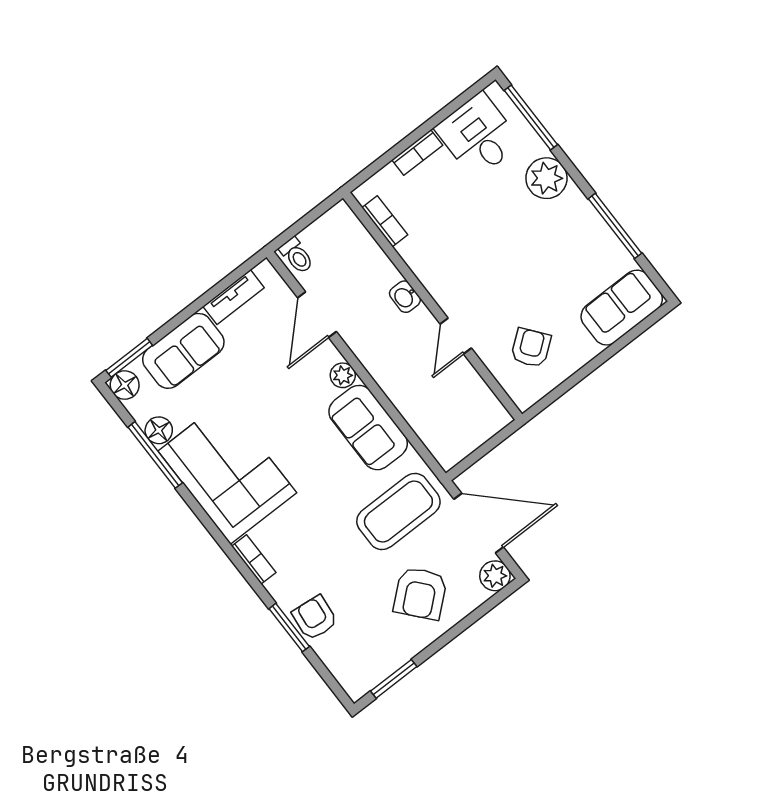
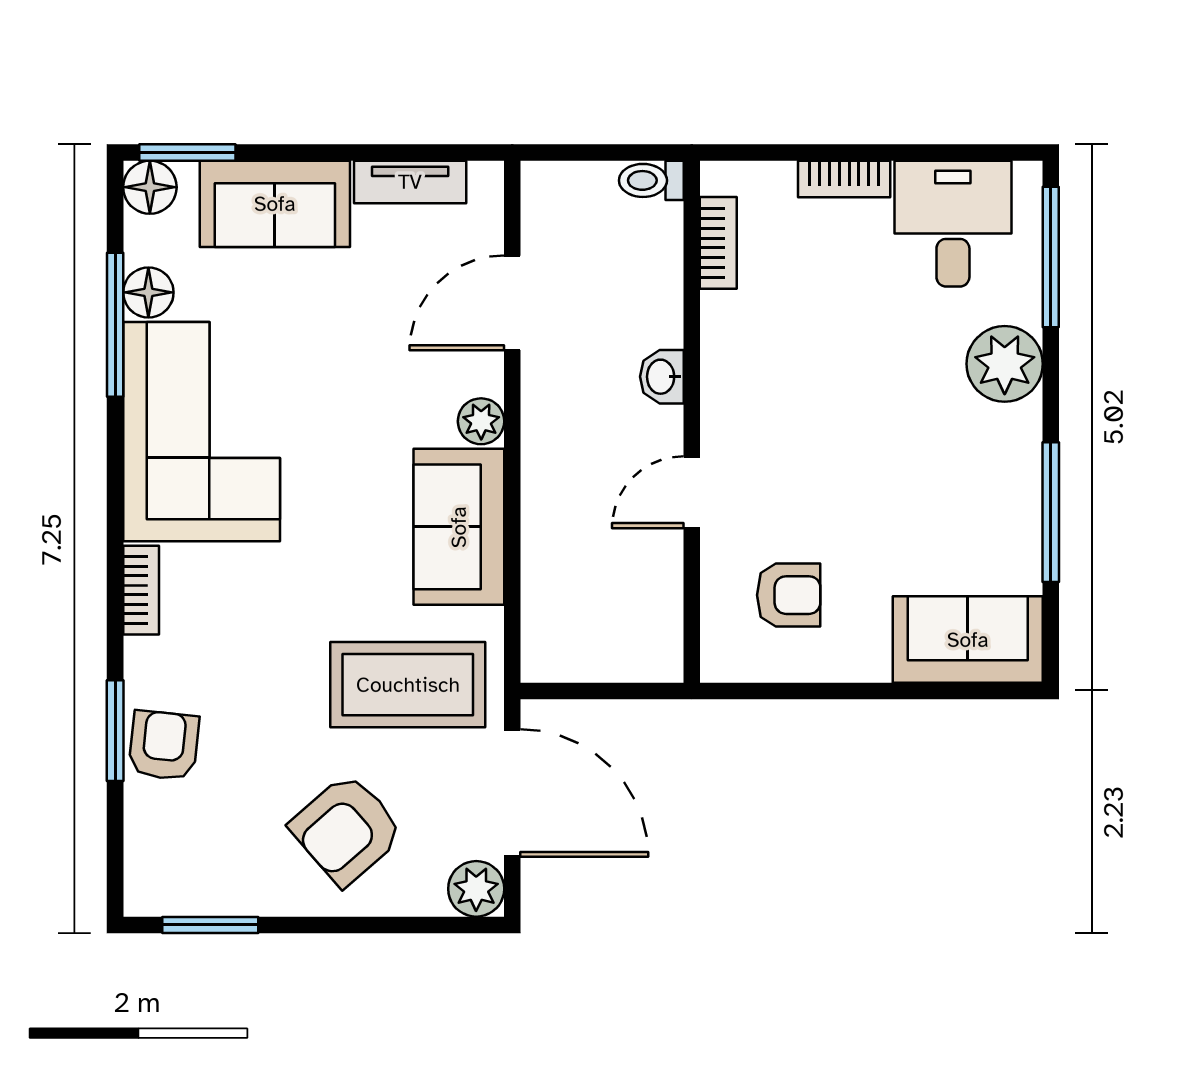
toilet: (297, 256) -> (651, 180), moved, turned 90
armchair: (531, 348) -> (789, 595), turned 38

